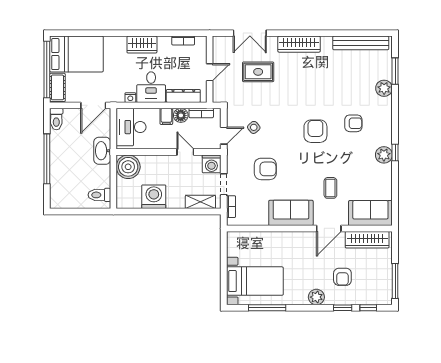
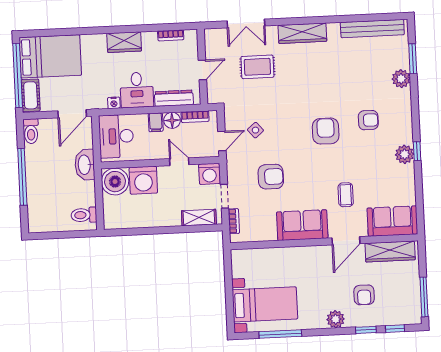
washing machine: (154, 197) -> (143, 180), moved, turned 180

